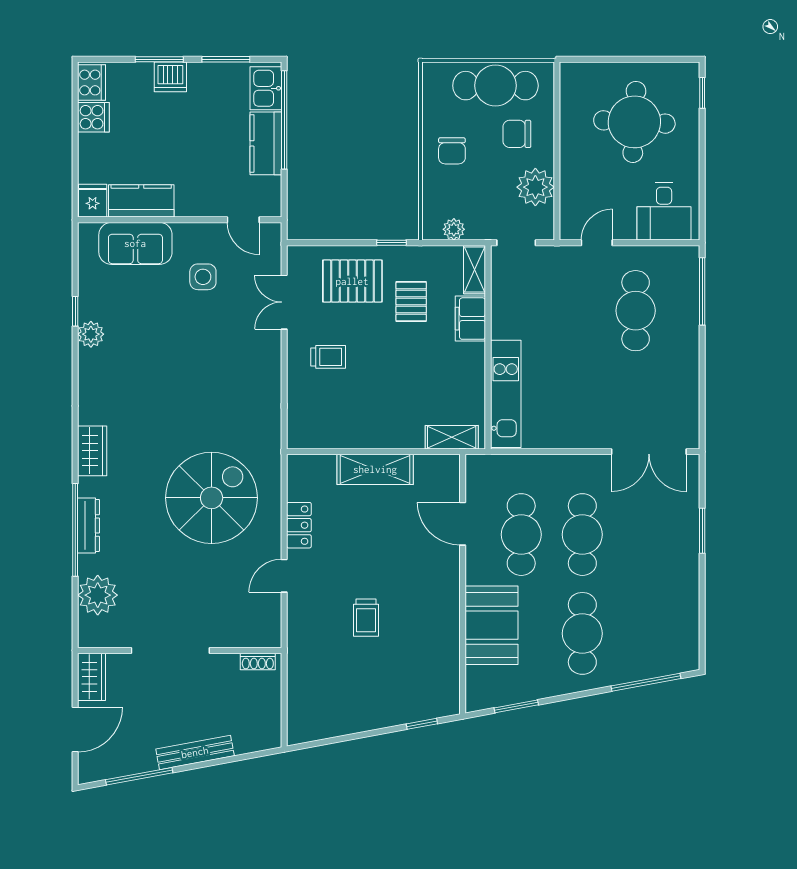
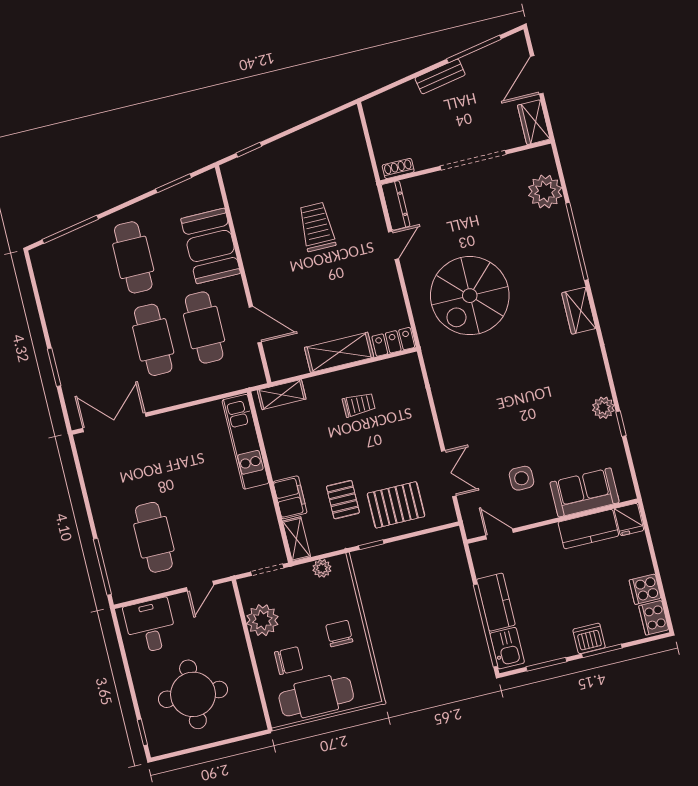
trolley: (328, 357) -> (359, 405), moved, turned 180
dresser: (89, 525) -> (396, 205), moved, turned 180
locker: (299, 525) -> (393, 342), moved, turned 90
trolley: (366, 618) -> (317, 227), width x1.36, depth x1.39
bench: (195, 752) -> (440, 76), width x0.73

